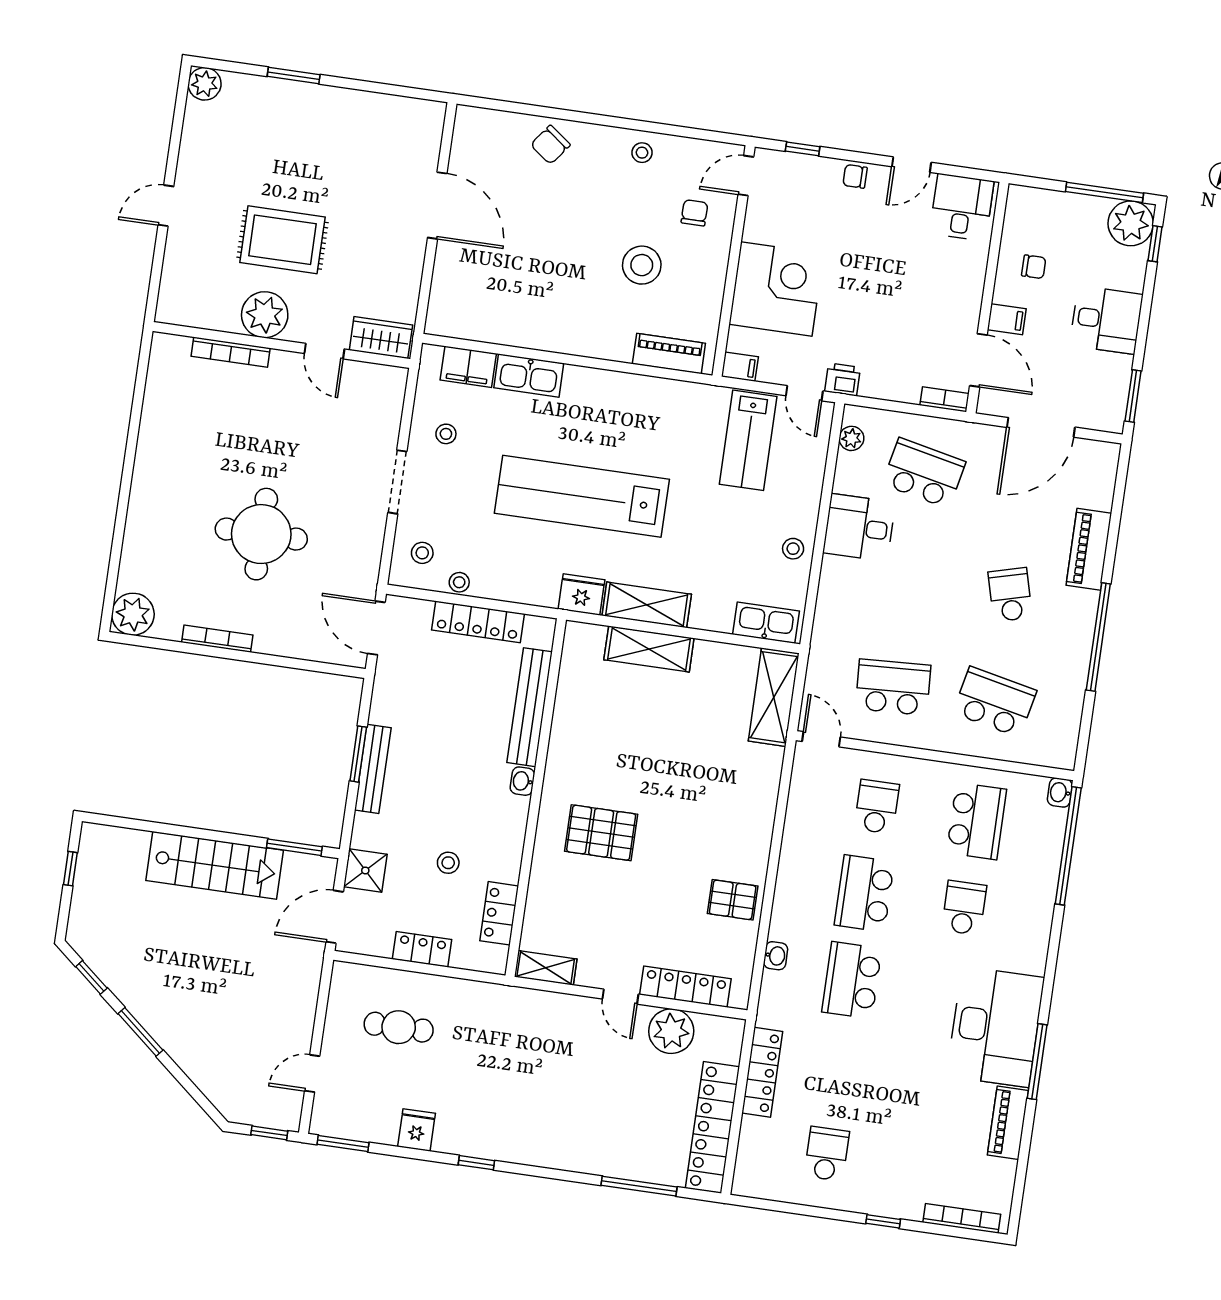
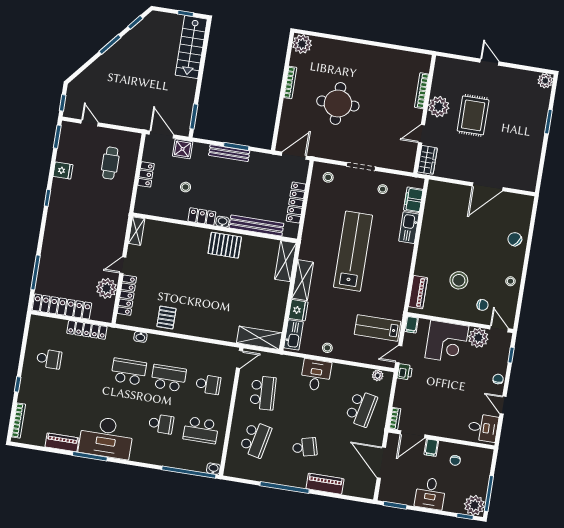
plant: (766, 221) -> (478, 338), added
desk: (859, 528) -> (316, 375), moved
stool: (459, 582) -> (314, 194), removed
fridge: (581, 595) -> (298, 310), moved
shelving: (649, 649) -> (286, 261), moved
pallet: (601, 833) -> (225, 245), moved, turned 90
stairs: (215, 865) -> (191, 47), moved
locker: (499, 913) -> (202, 217), moved

